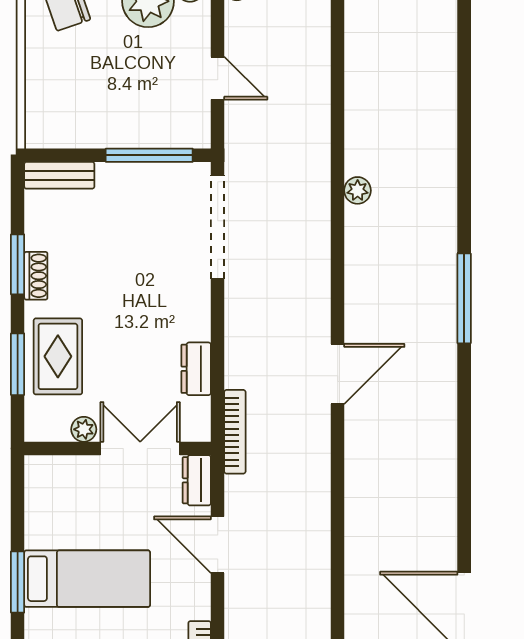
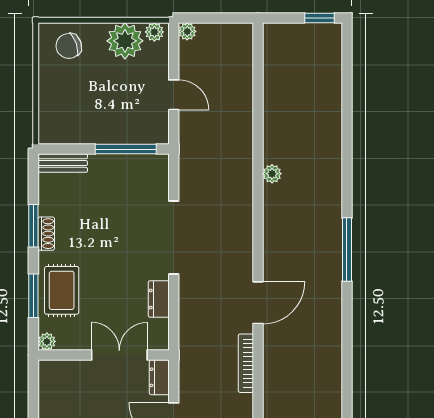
doorway: (218, 227) -> (174, 237), moved
plant: (84, 429) -> (47, 341), moved
bookcase: (235, 432) -> (246, 363), moved, turned 180

